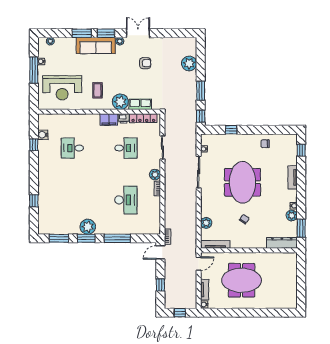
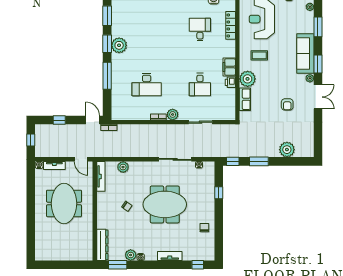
window: (82, 33) -> (318, 27), moved
locker: (143, 118) -> (231, 25), moved

